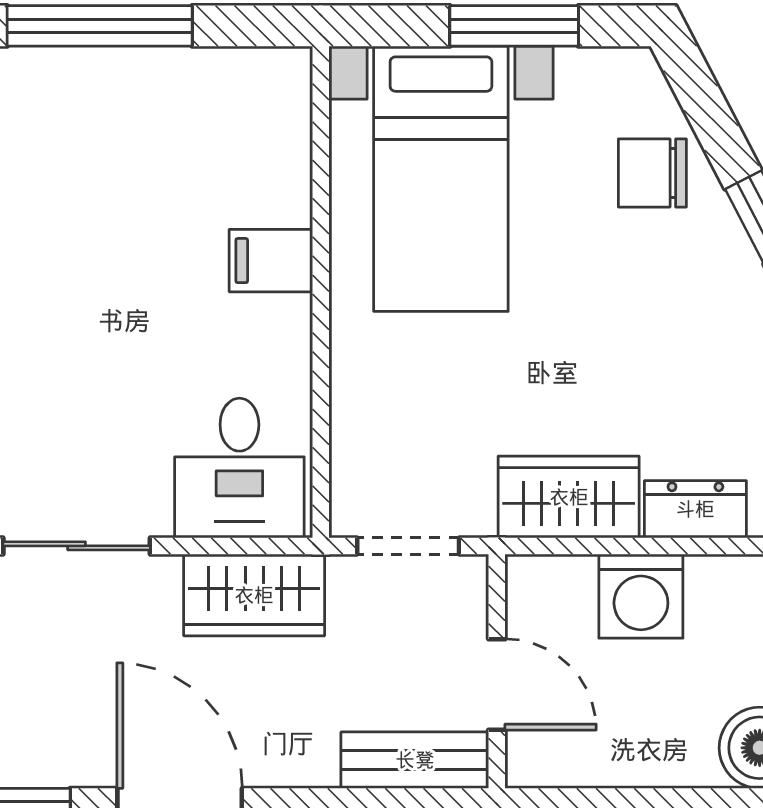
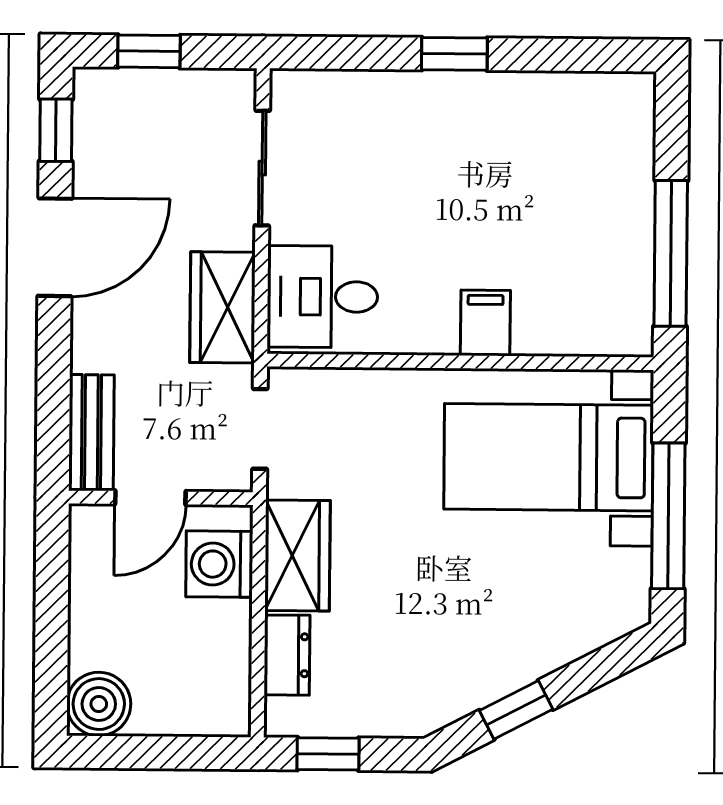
window: (100, 26) -> (671, 253), moved
window: (514, 26) -> (668, 516), width x1.44
chair: (652, 173) -> (552, 624), removed
washing machine: (641, 596) -> (219, 564), moved

